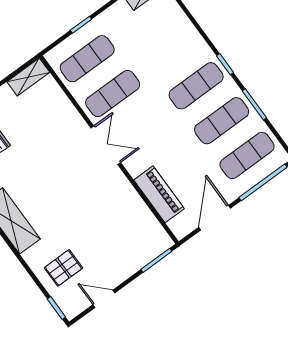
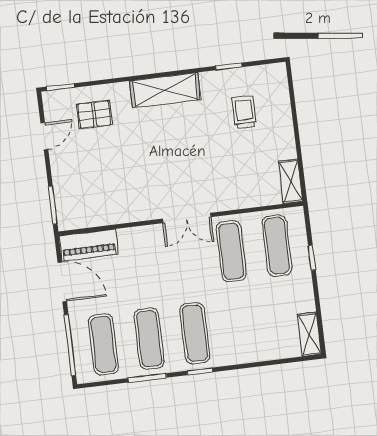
piano: (159, 194) -> (89, 245), moved
pallet: (63, 268) -> (94, 115), turned 90

